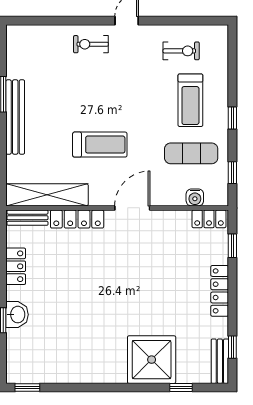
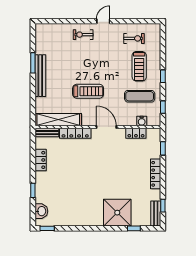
door: (132, 208) -> (106, 127), hinge flipped
locker: (209, 219) -> (136, 133), moved
washbasin: (17, 315) -> (41, 211), moved

